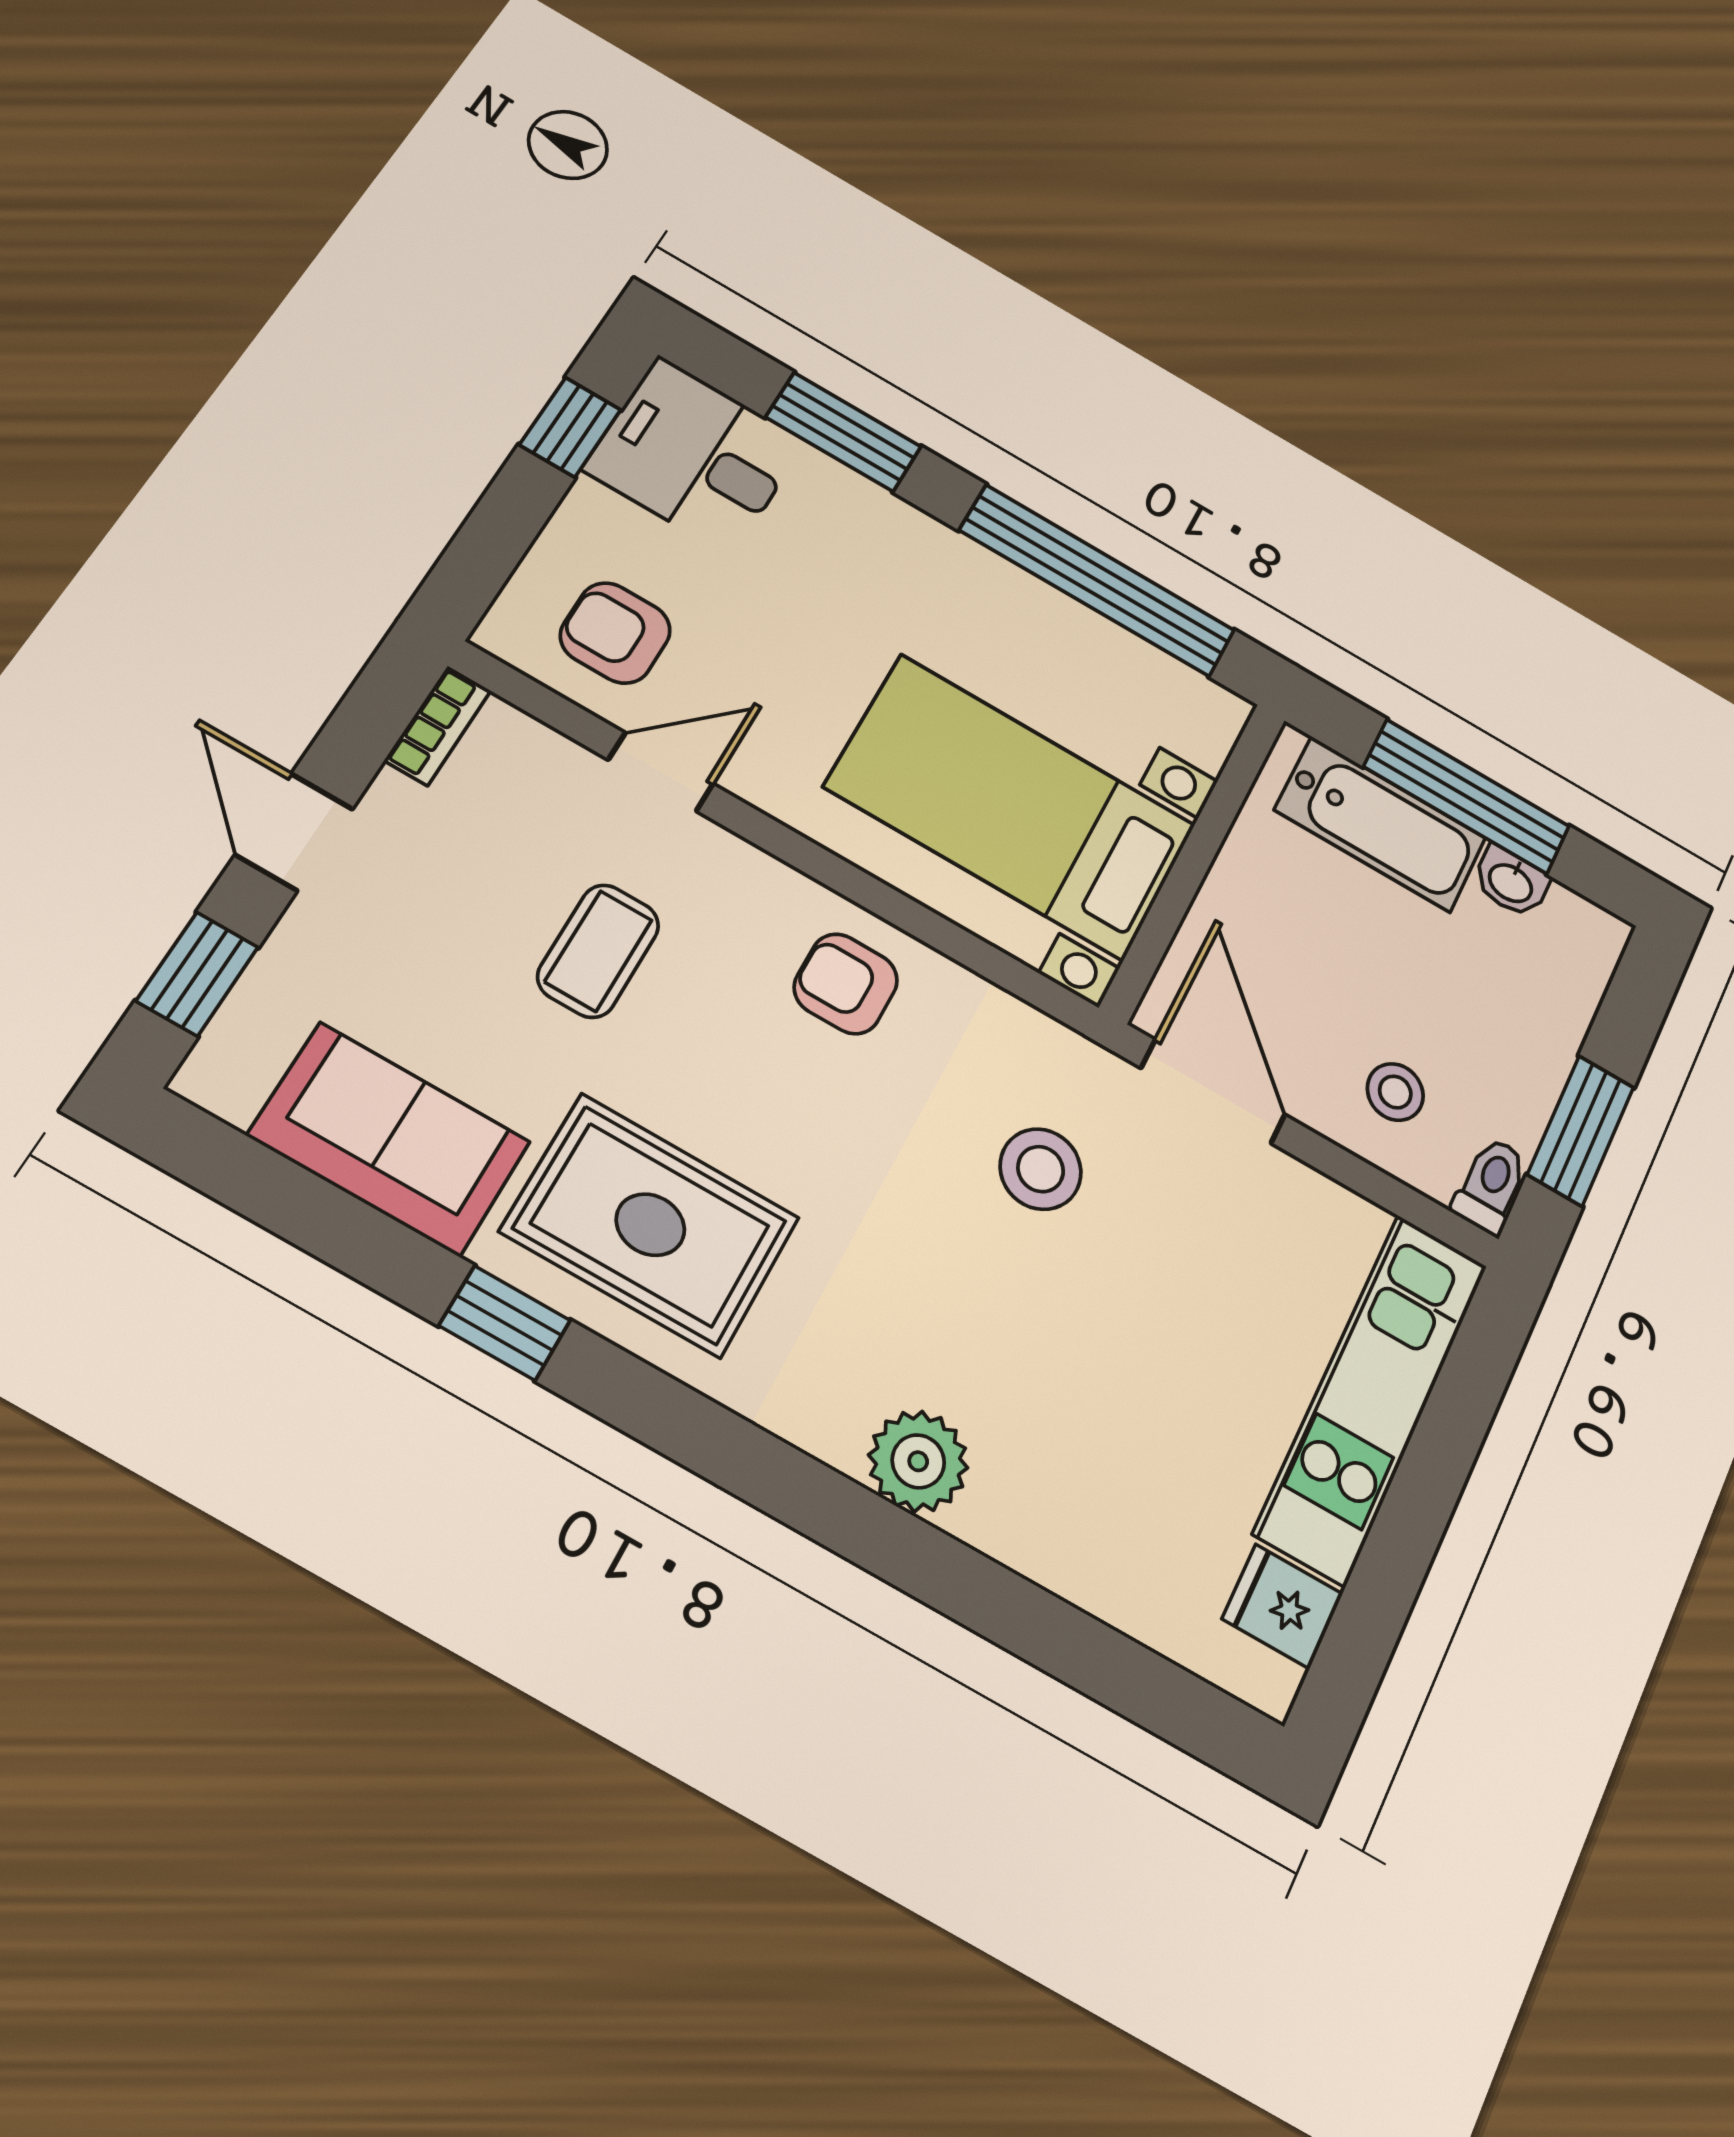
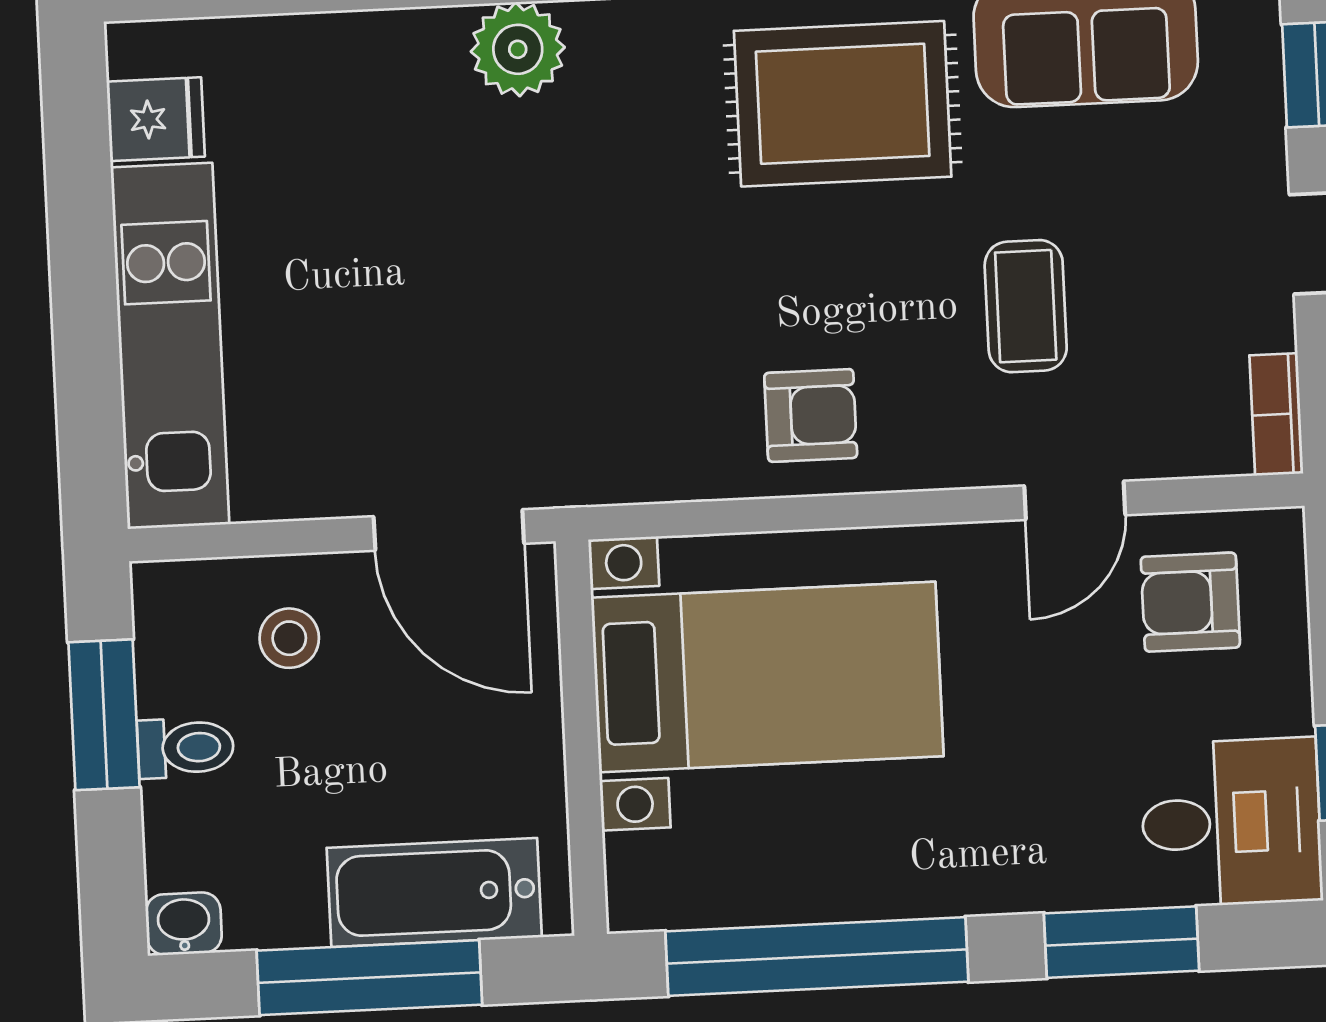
armchair: (615, 633) -> (1190, 602), turned 180
washbasin: (1511, 882) -> (184, 924), moved
stool: (1041, 1169) -> (557, 361), removed
toilet: (1491, 1185) -> (186, 748), moved, turned -90

